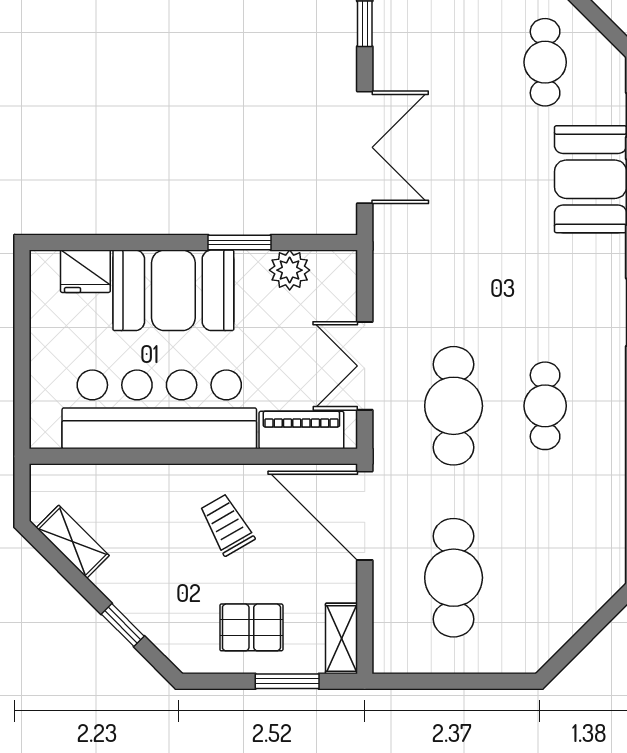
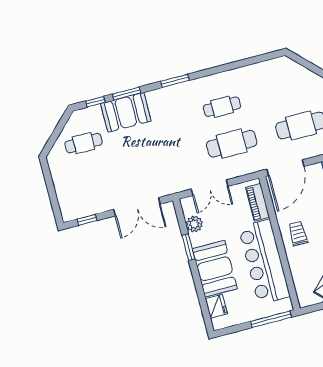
double door: (365, 147) -> (137, 207), swing flipped
double door: (365, 366) -> (210, 188), moved
window: (22, 390) -> (271, 319), added
trolley: (227, 525) -> (298, 234), moved, turned 120

